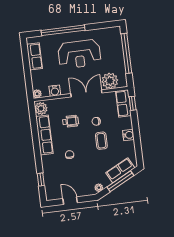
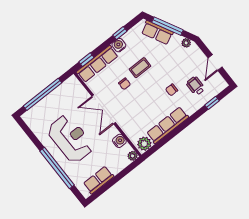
plant: (110, 81) -> (78, 94), removed
row of seats: (123, 103) -> (97, 64), width x1.48
wheelchair: (71, 121) -> (196, 86), moved
window: (137, 141) -> (120, 33), added

